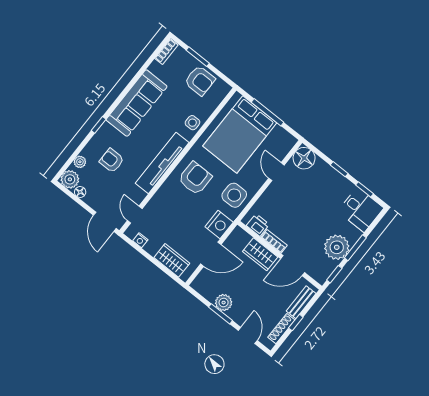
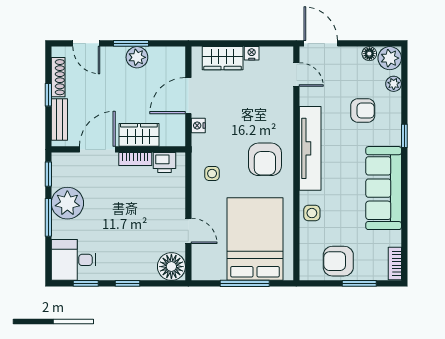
side table: (234, 195) -> (212, 174), width x0.54, depth x0.54
nightstand: (219, 225) -> (198, 125), width x0.53, depth x0.56
nightstand: (140, 240) -> (252, 53), moved

